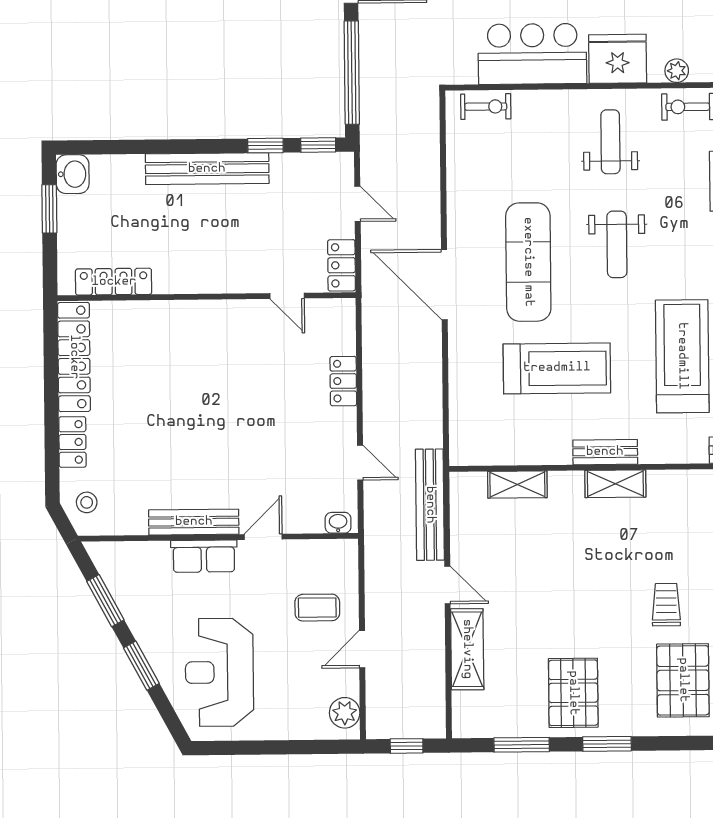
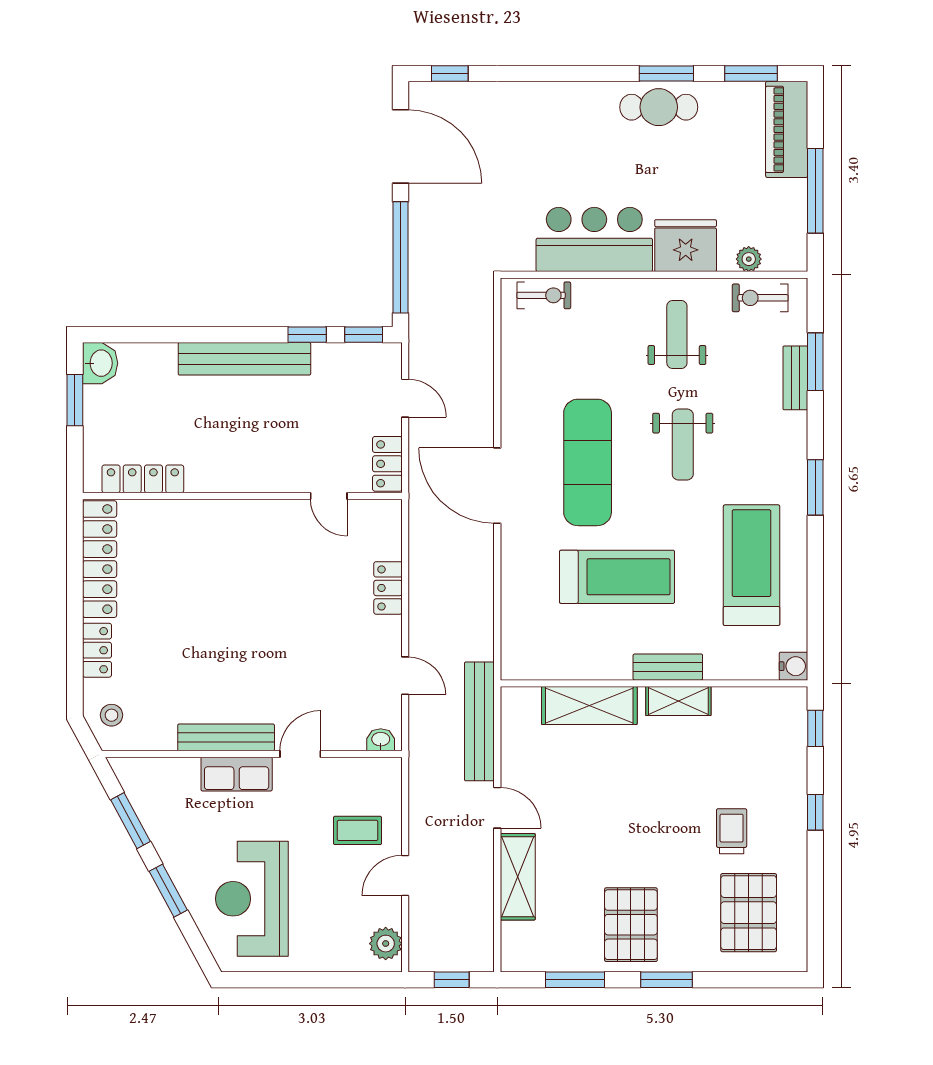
shelving: (517, 484) -> (589, 706), width x1.50, depth x1.33

